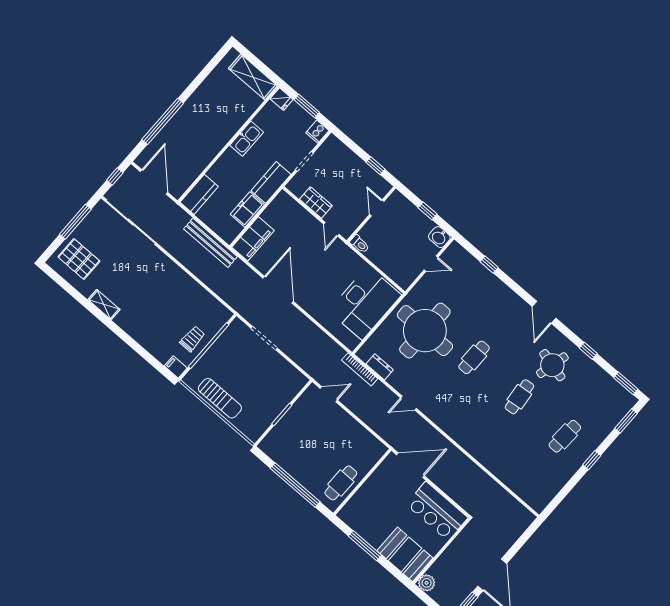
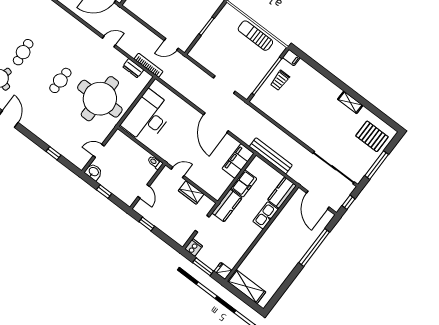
kitchen sink: (247, 139) -> (266, 215), moved
door: (331, 229) -> (178, 172), hinge flipped

